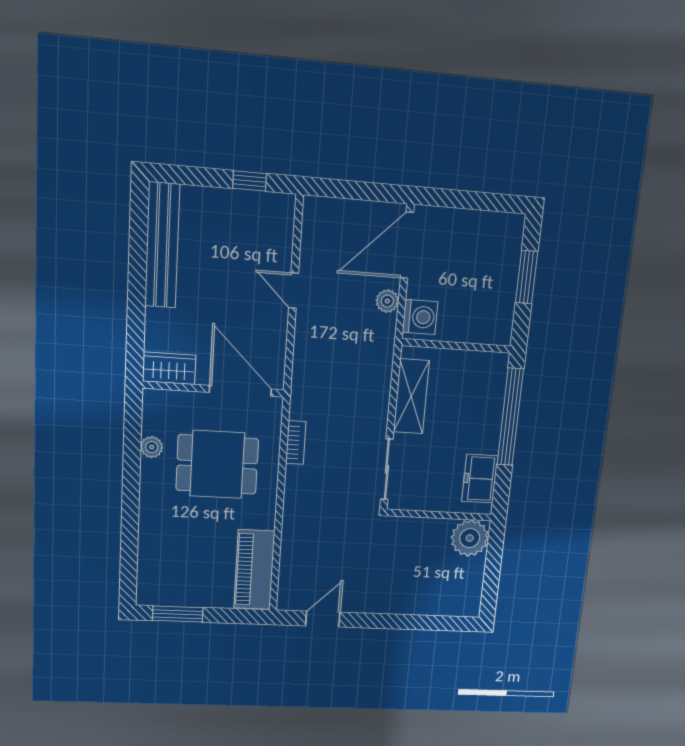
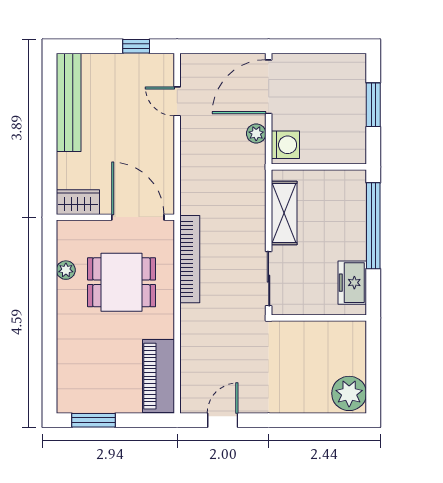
door: (294, 291) -> (177, 101), moved
bookcase: (296, 442) -> (190, 259), width x2.31, depth x1.31
plant: (470, 538) -> (349, 393), moved

